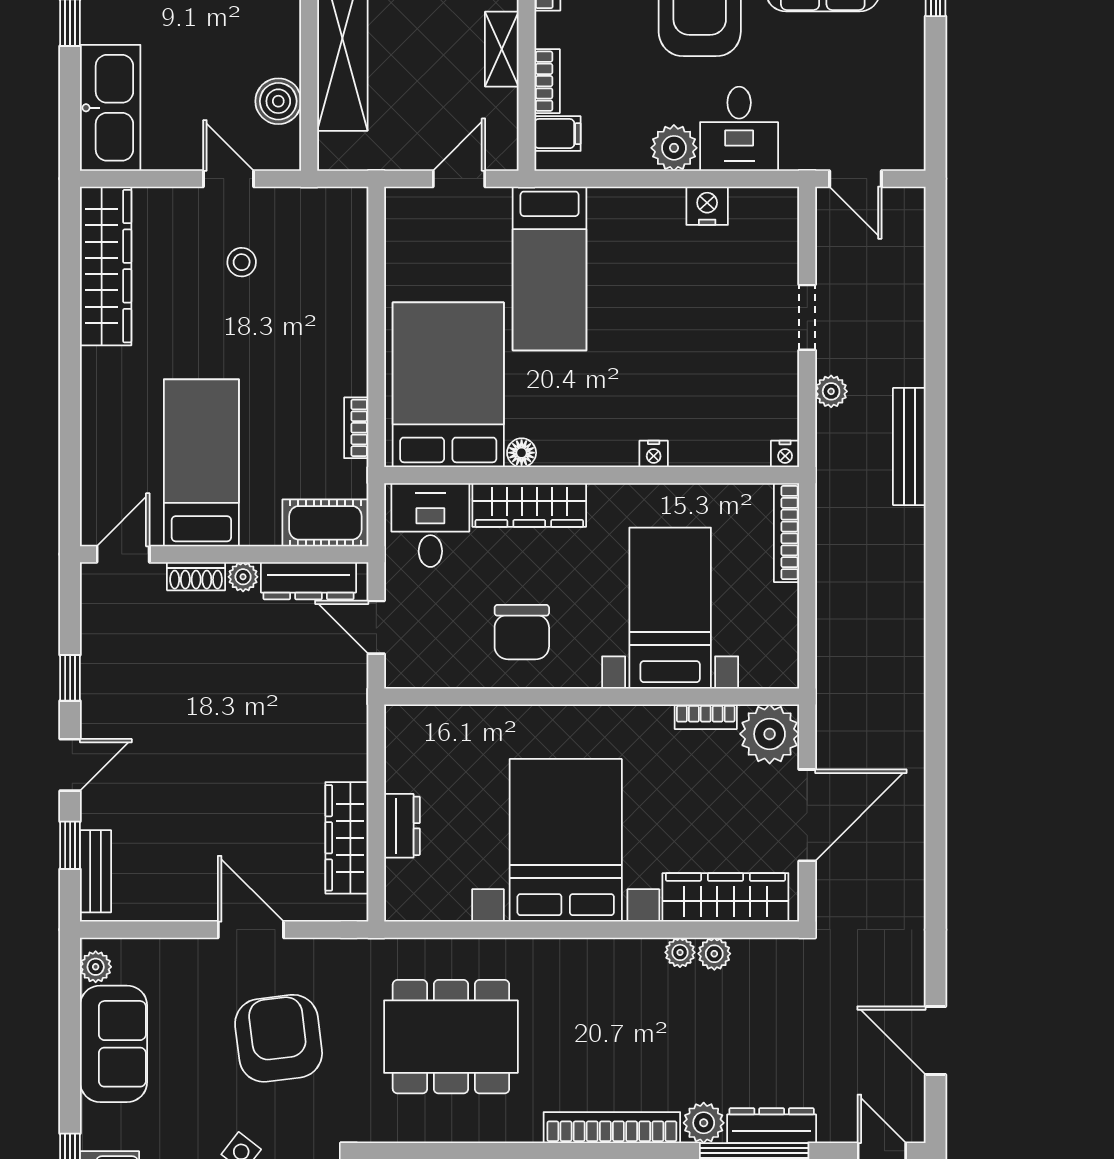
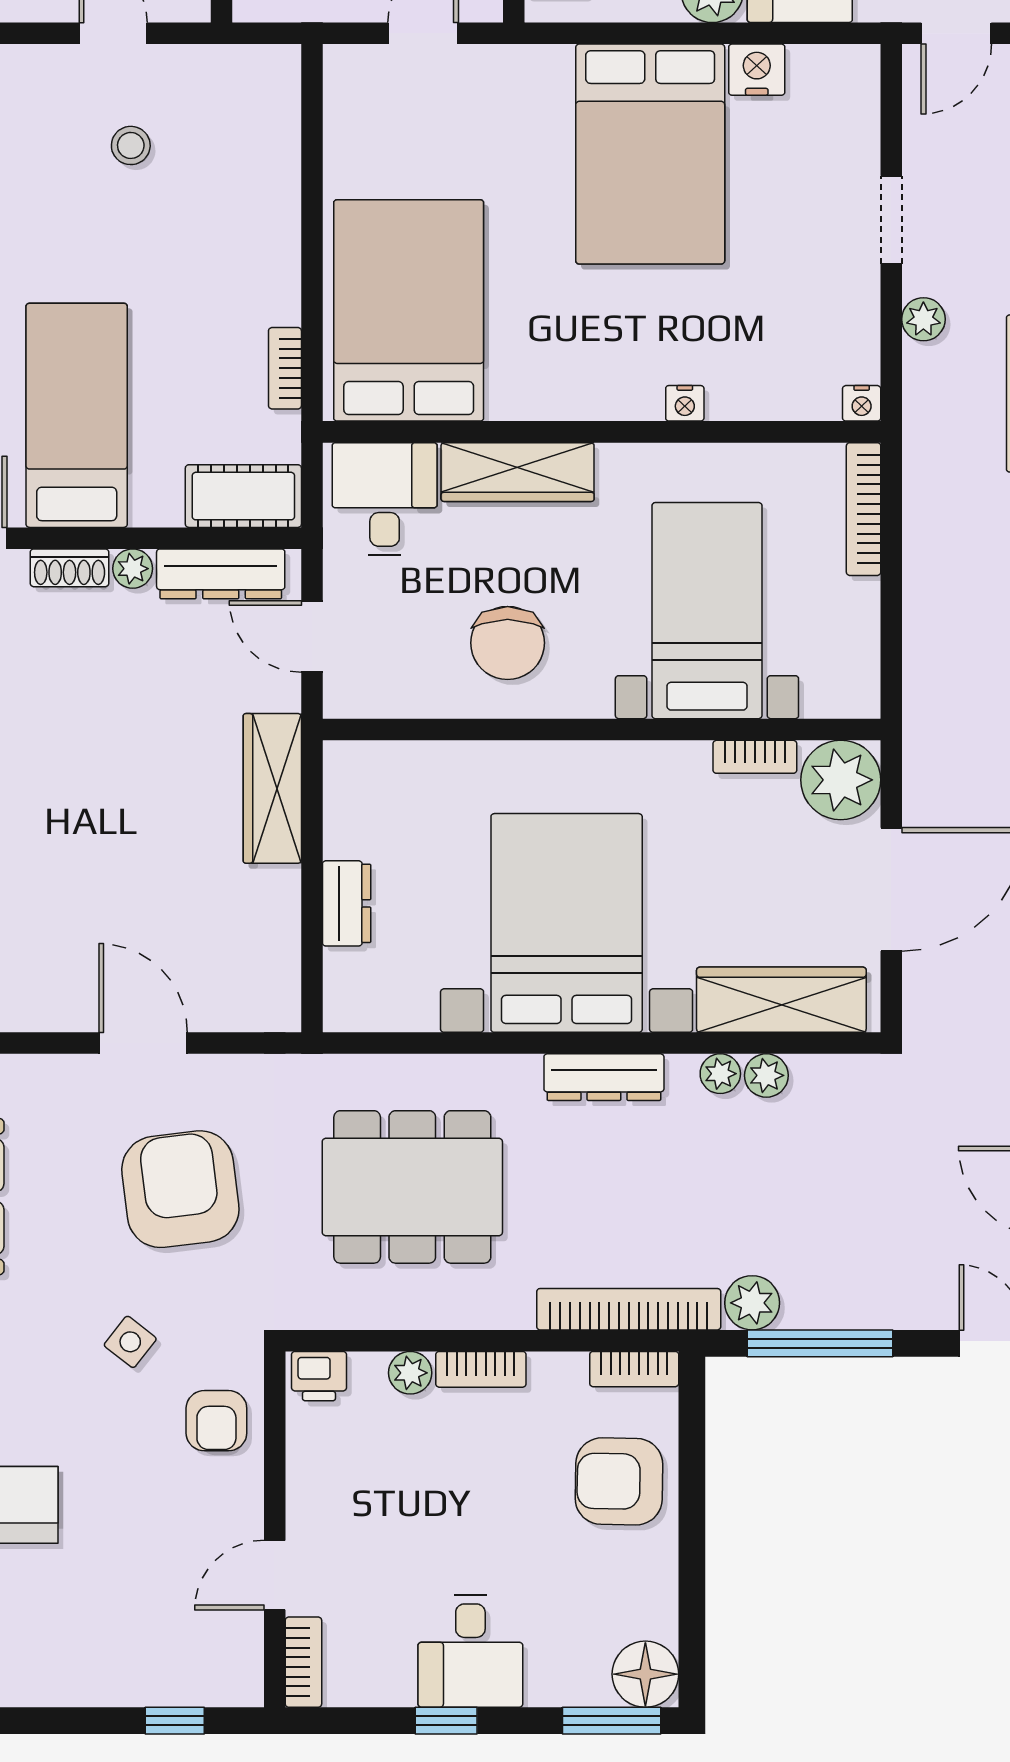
door: (855, 179) -> (956, 33), hinge flipped
bed: (550, 269) -> (650, 154), moved, width x1.50
floor lamp: (522, 453) -> (507, 402), removed
wardrobe: (347, 838) -> (272, 788), moved
dresser: (772, 1126) -> (604, 1077), moved, turned 180

